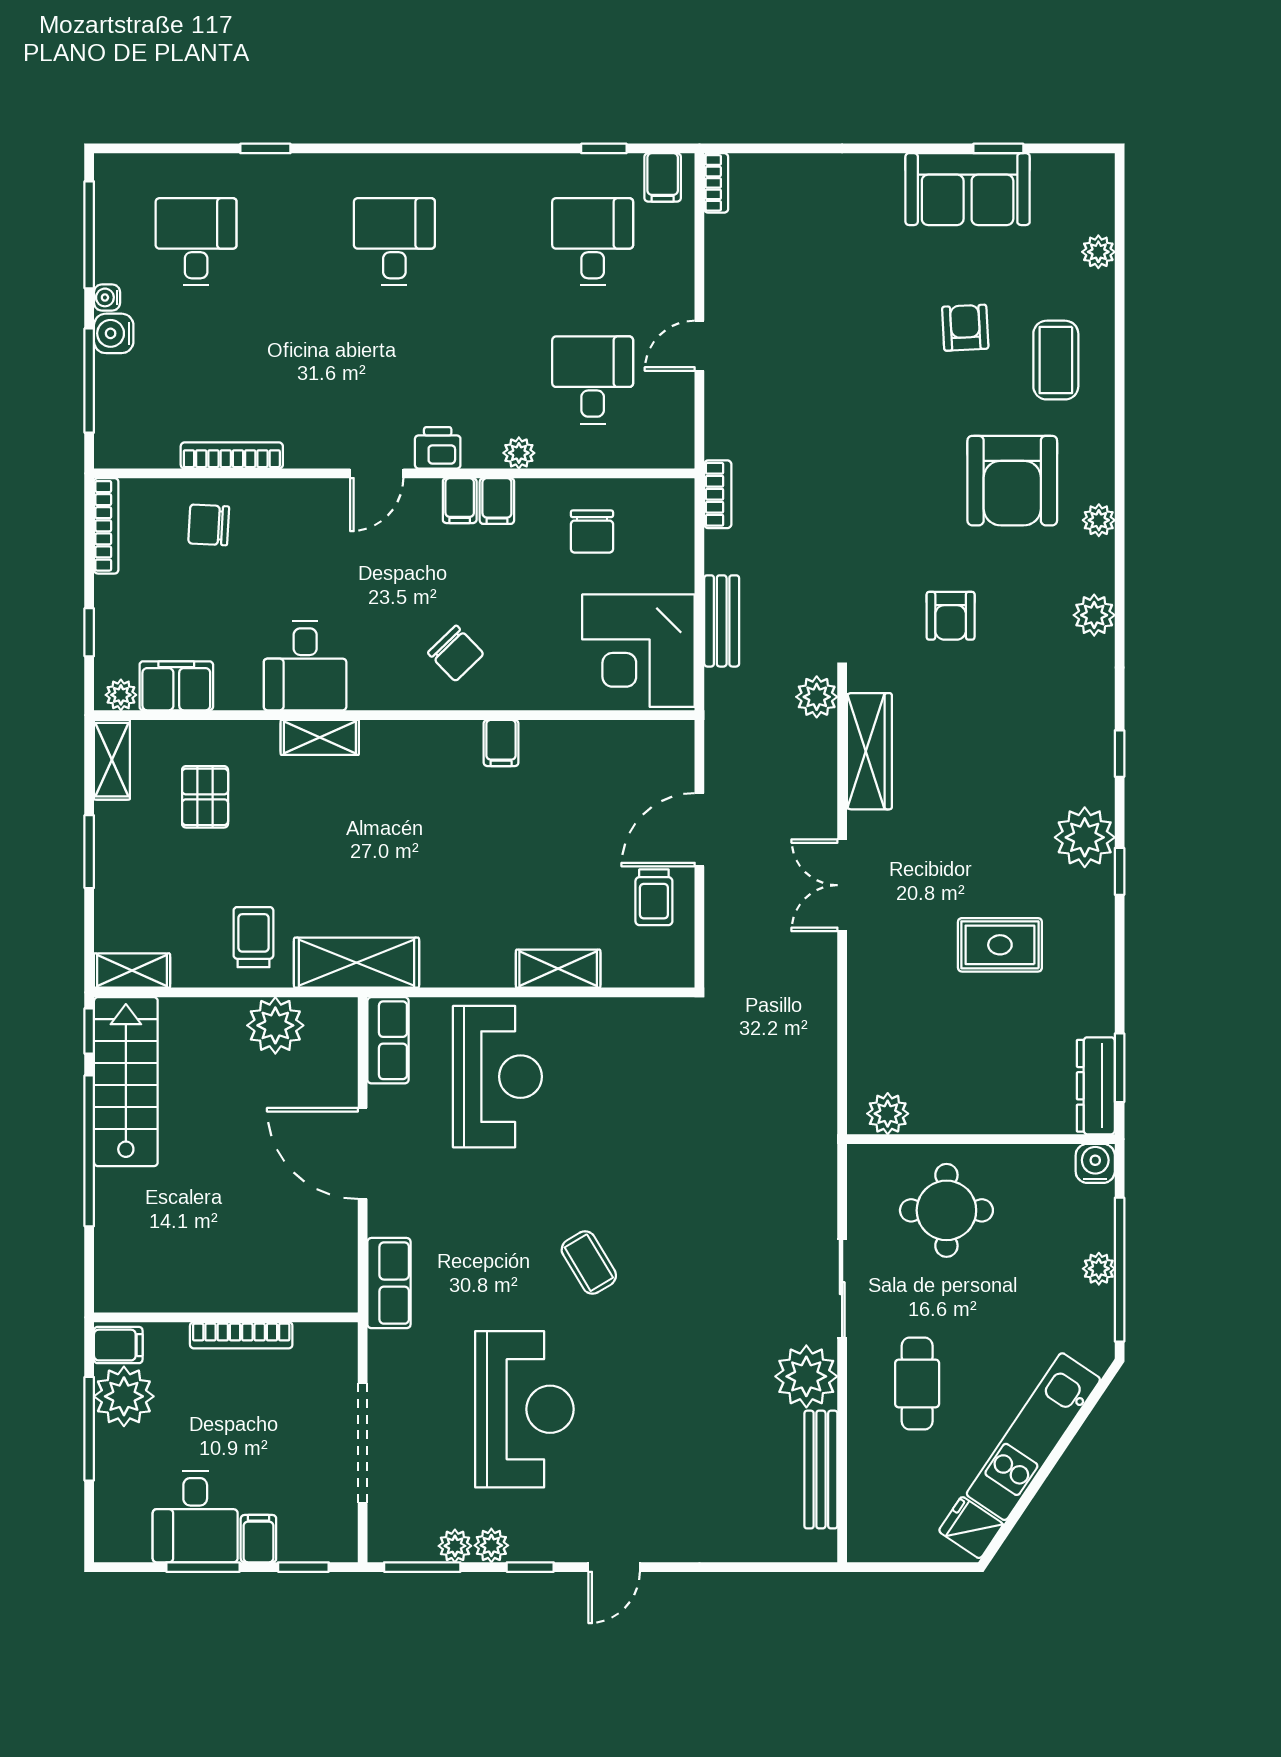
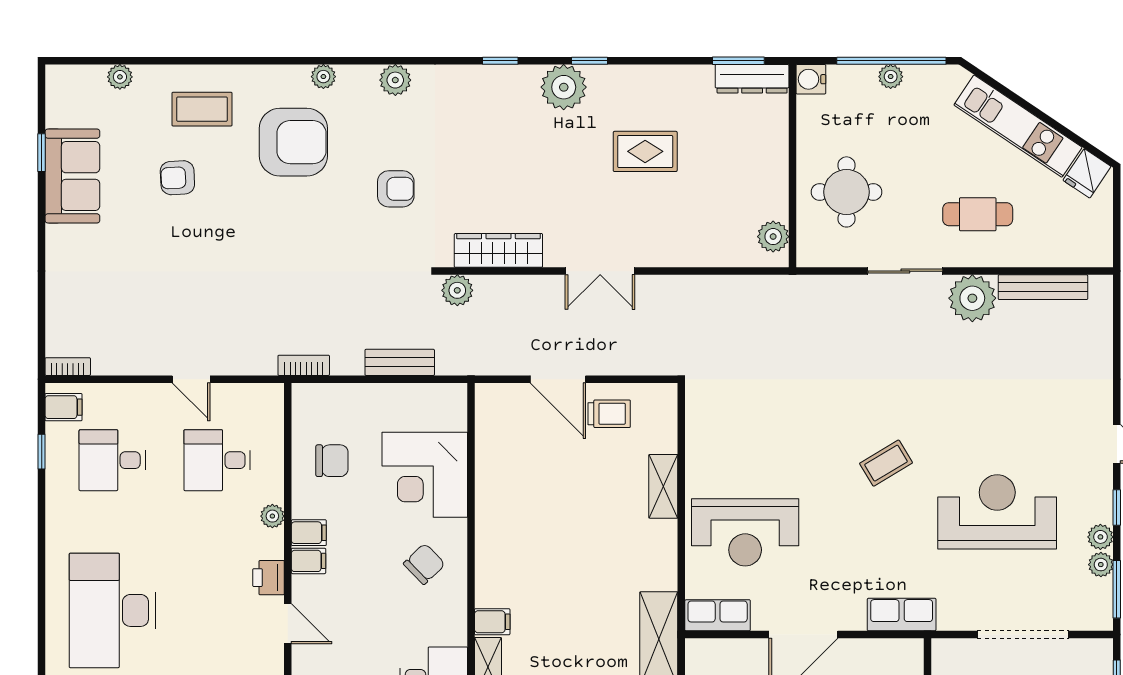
desk: (394, 242) -> (112, 610), width x1.87, depth x1.30
corner desk: (638, 651) -> (425, 475), moved, turned 90
filing cabinet: (501, 743) -> (492, 622), moved
rug: (1000, 945) -> (645, 151), turned 90
reception desk: (497, 1077) -> (745, 532), turned 180

